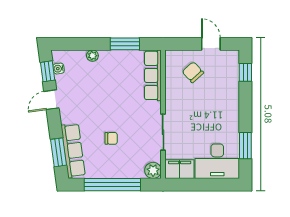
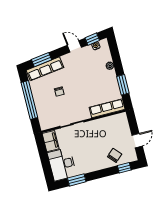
chair: (193, 72) -> (115, 155), moved
plant: (153, 170) -> (45, 124), removed

